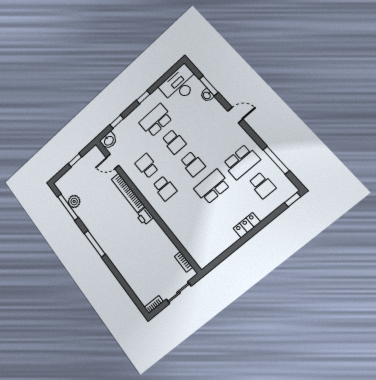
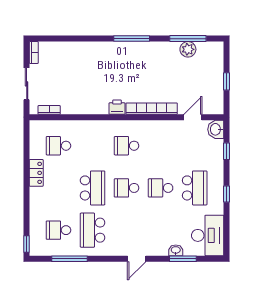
school desk: (147, 166) -> (58, 146), moved, turned 180
locker: (247, 225) -> (36, 173), moved

